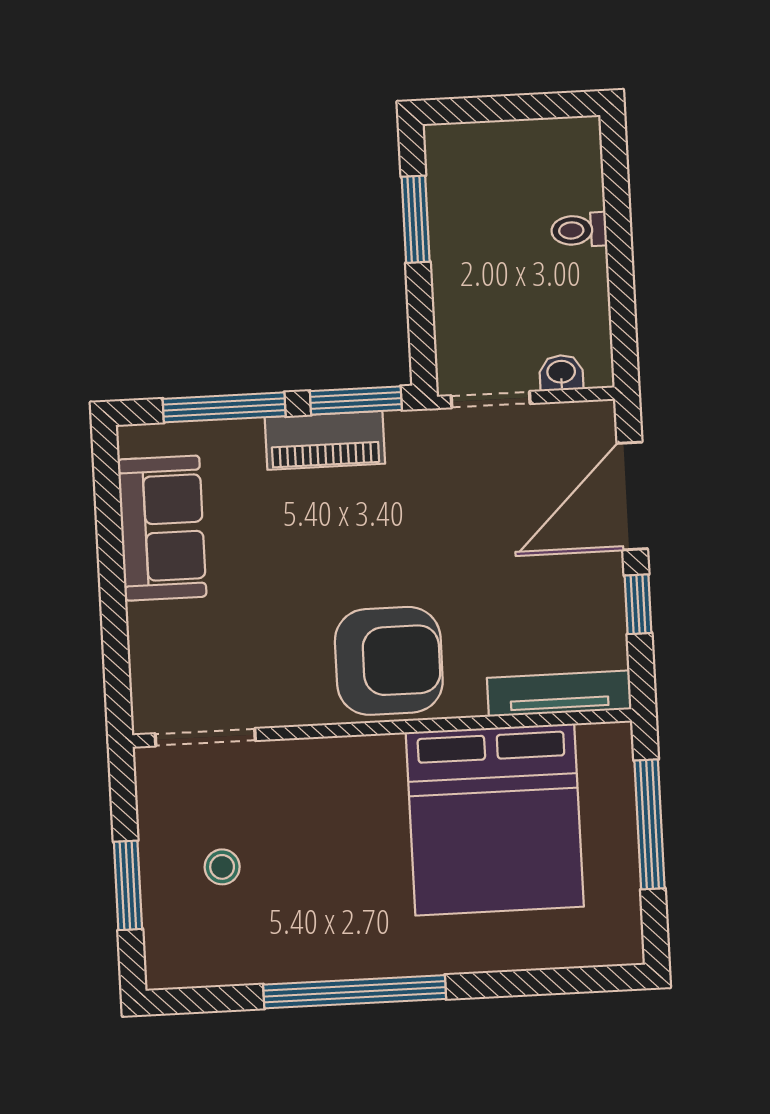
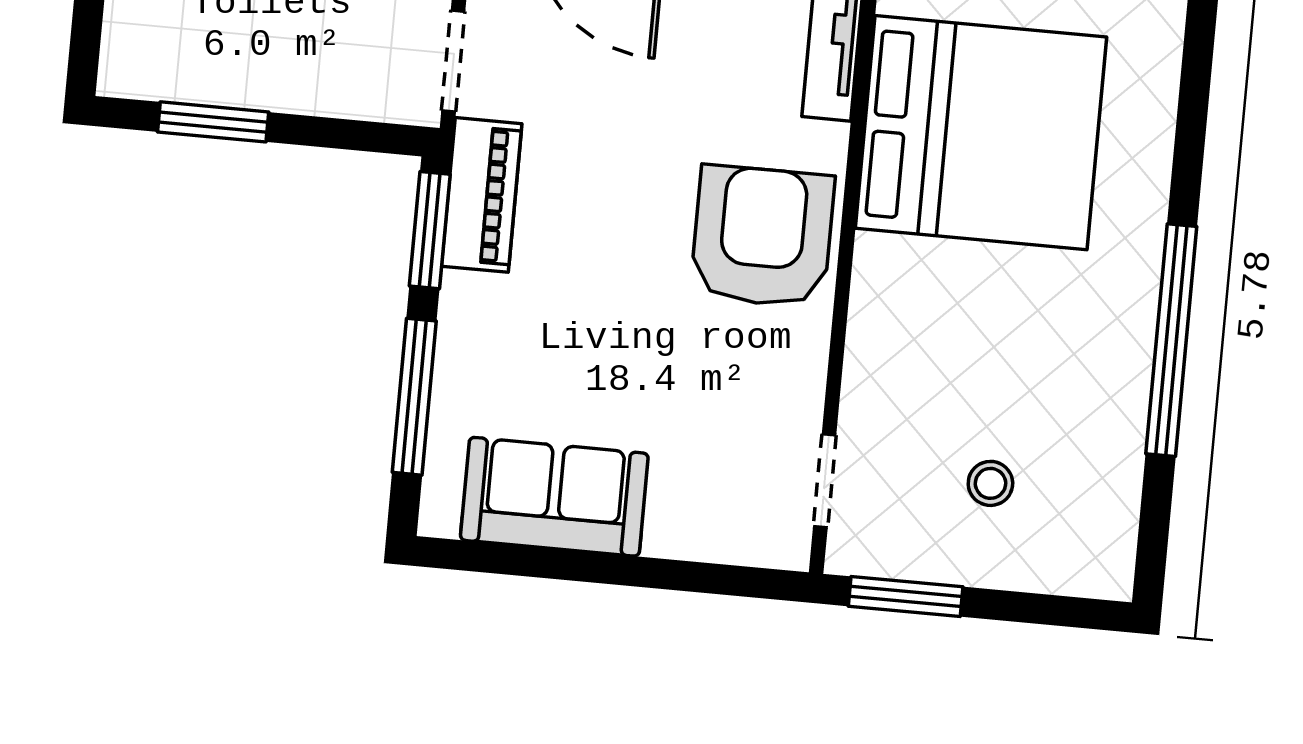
piano: (325, 440) -> (482, 195), moved
doorway: (205, 737) -> (825, 481), width x0.73
window: (128, 885) -> (906, 597), moved

